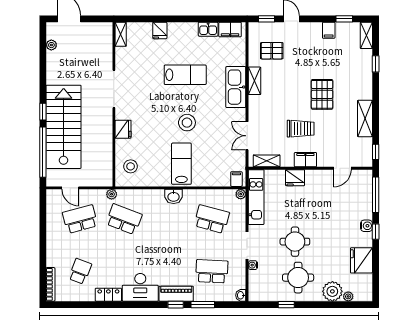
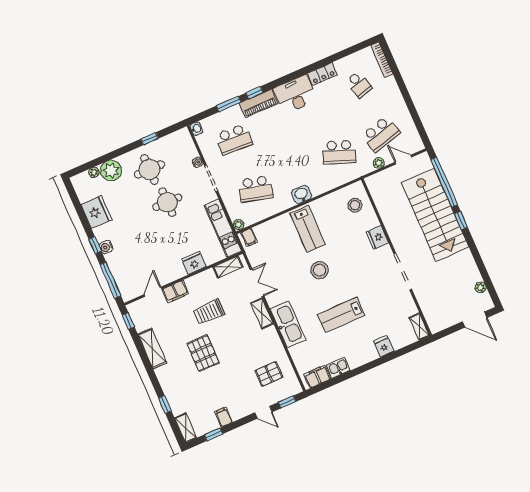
shelving: (255, 81) -> (262, 313), moved
filing cabinet: (305, 160) -> (175, 292), moved
plant: (112, 194) -> (379, 163), moved
school desk: (80, 271) -> (359, 84), turned -36

